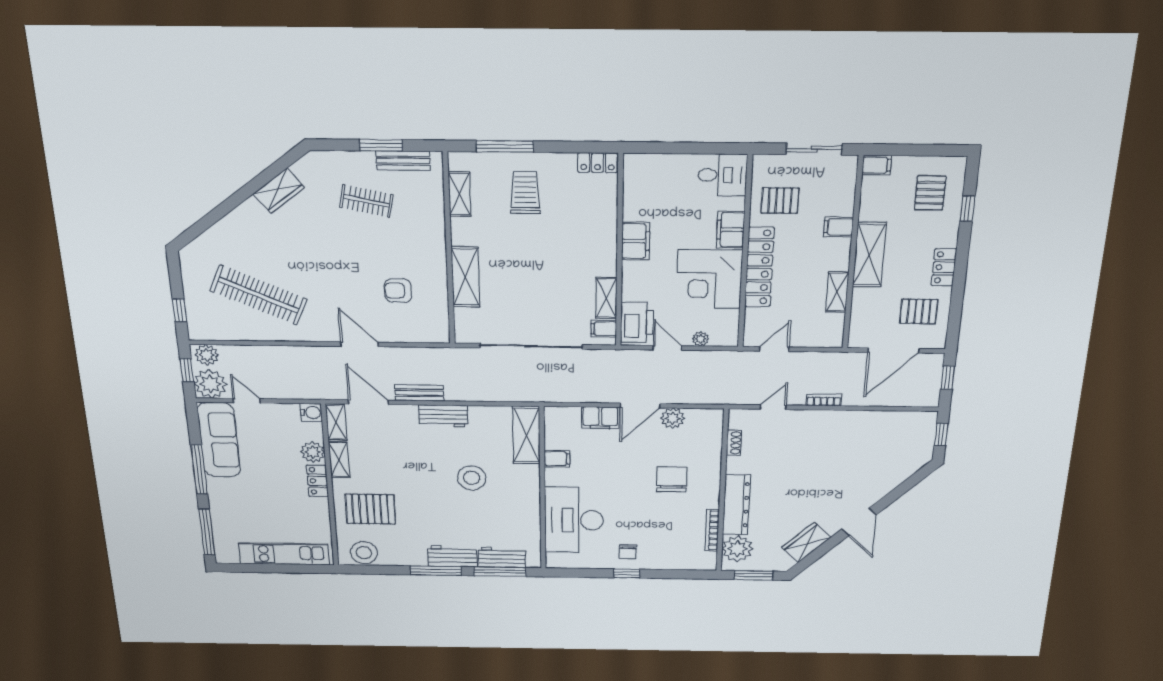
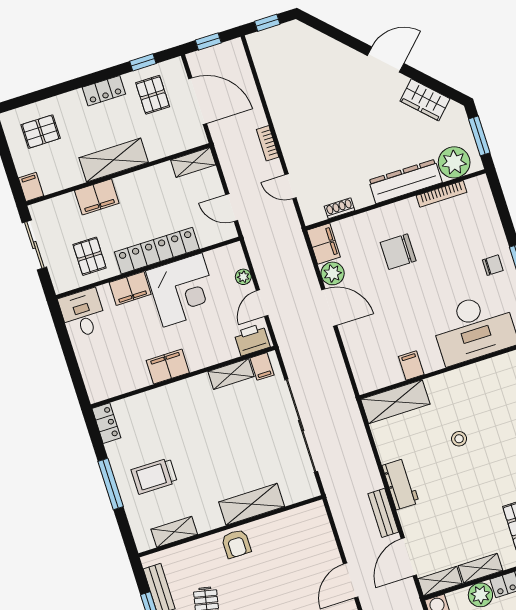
window: (505, 146) -> (111, 484), moved
window: (967, 209) -> (143, 62), moved
filing cabinet: (838, 227) -> (97, 197), width x2.00
armchair: (398, 291) -> (236, 544), moved
shelving: (837, 292) -> (193, 162), moved
printer: (637, 322) -> (252, 340), width x0.73, depth x0.84
filing cabinet: (600, 418) -> (324, 244), moved
stool: (472, 478) -> (459, 439), width x0.53, depth x0.53

